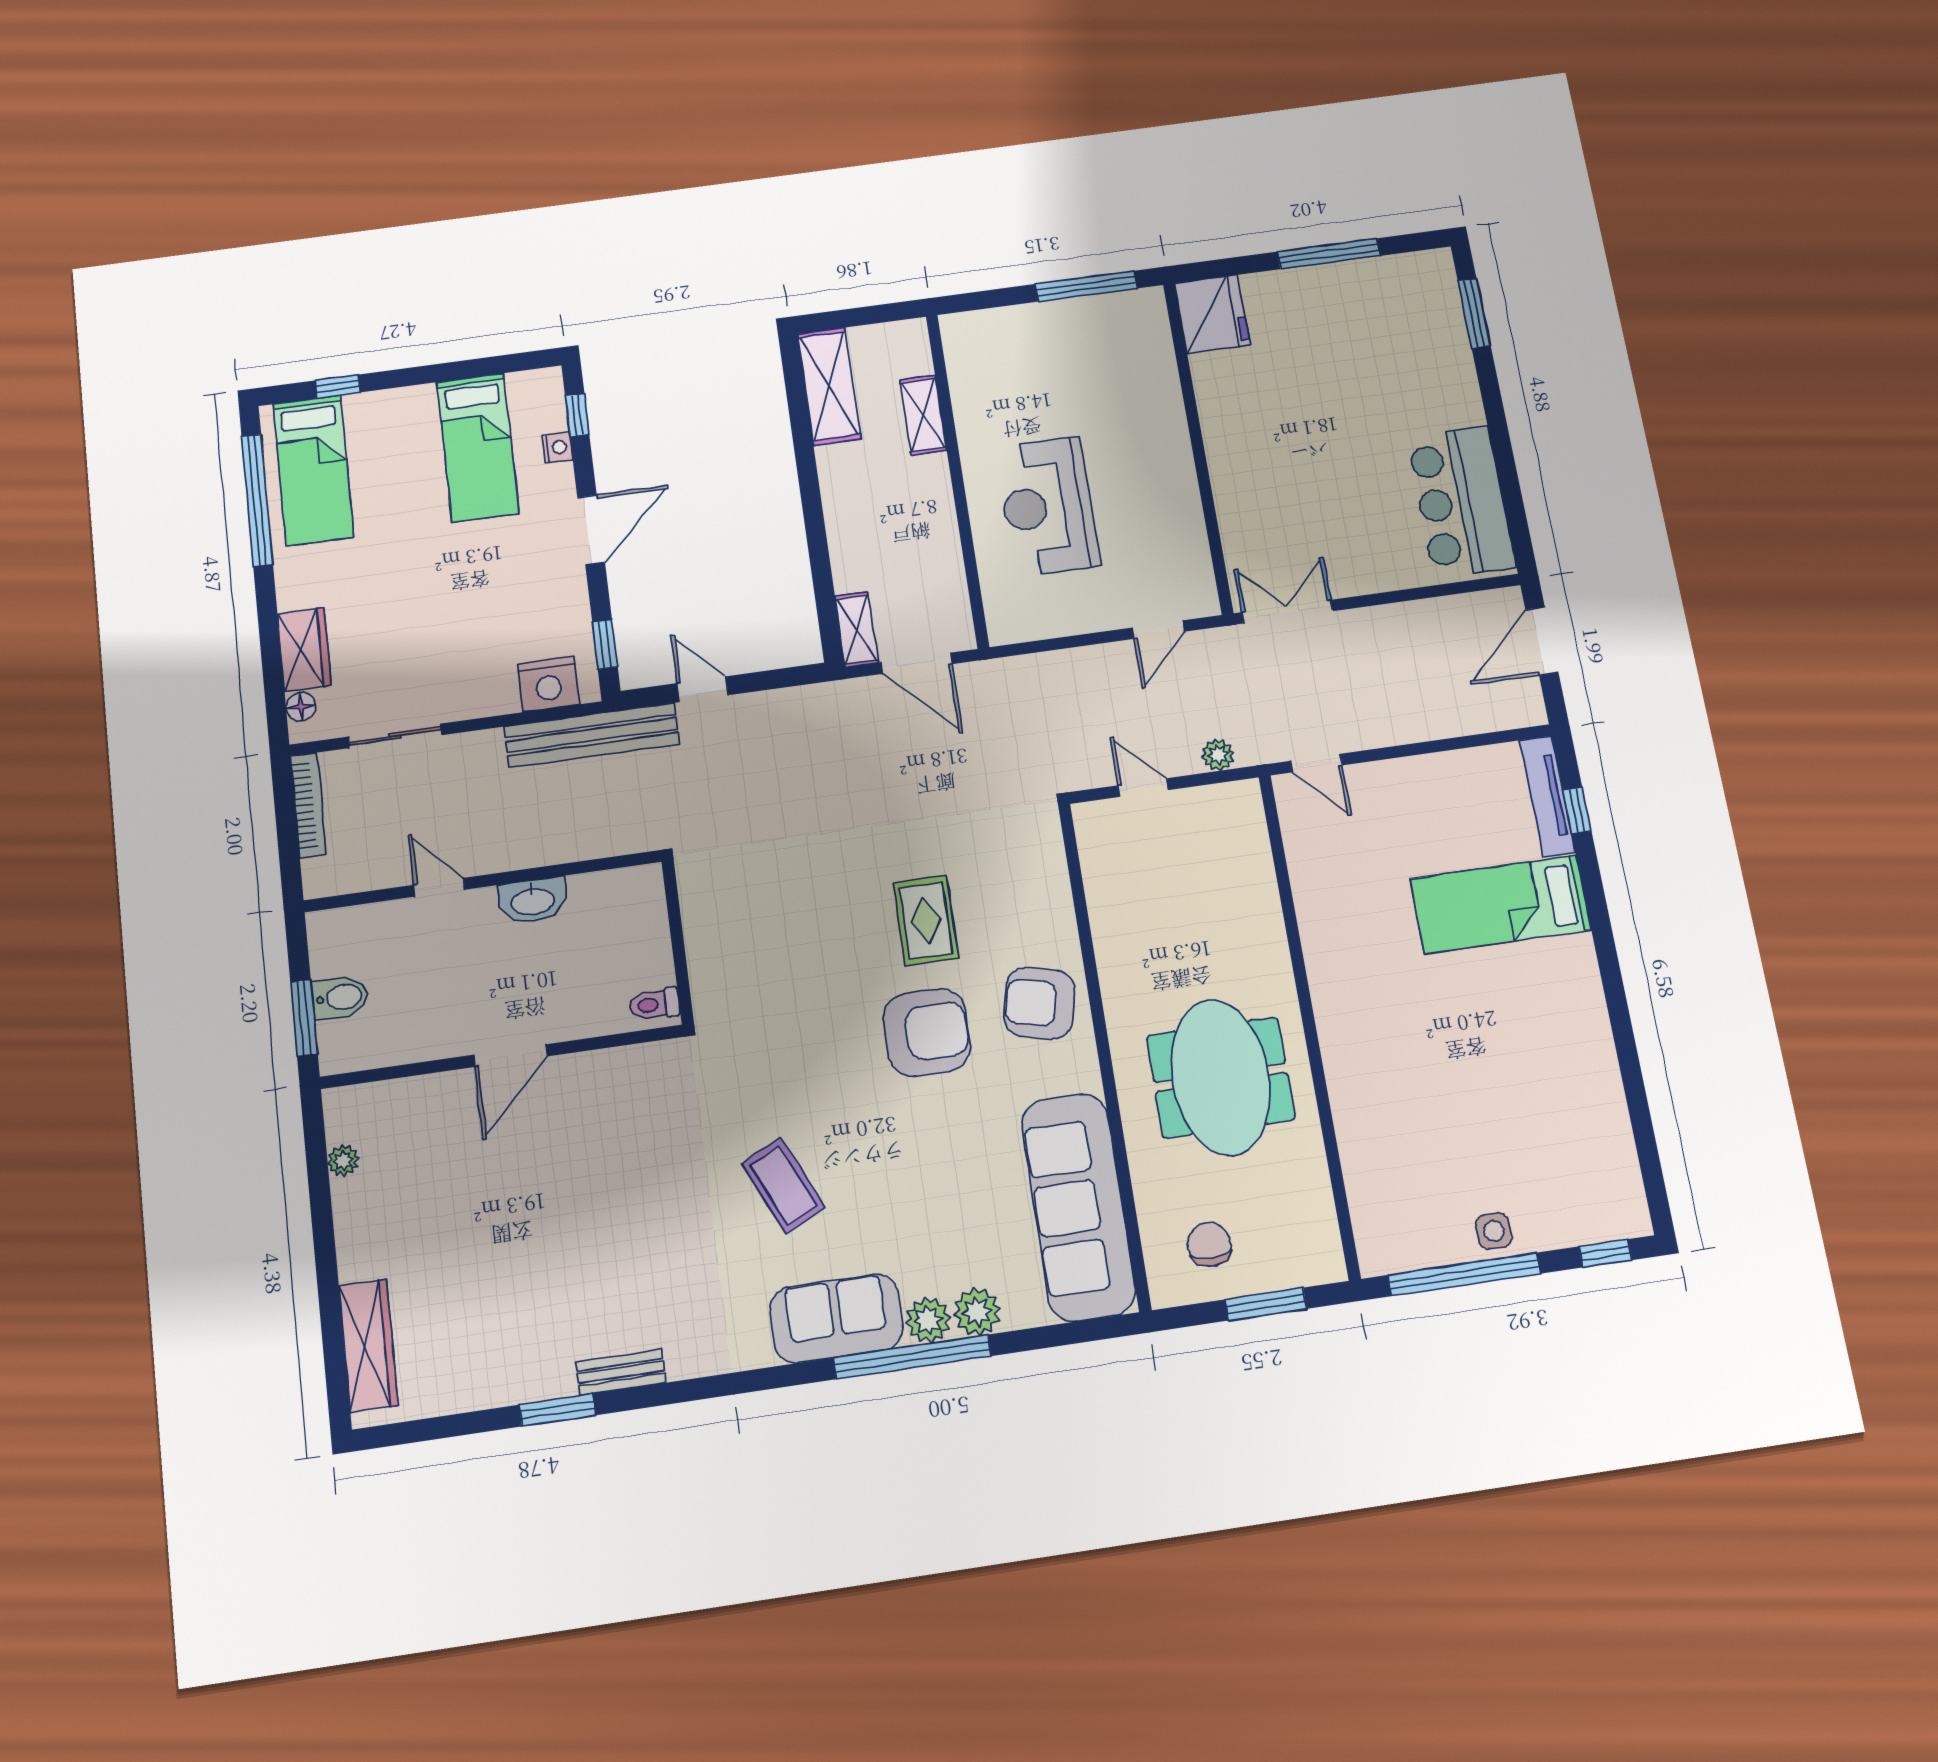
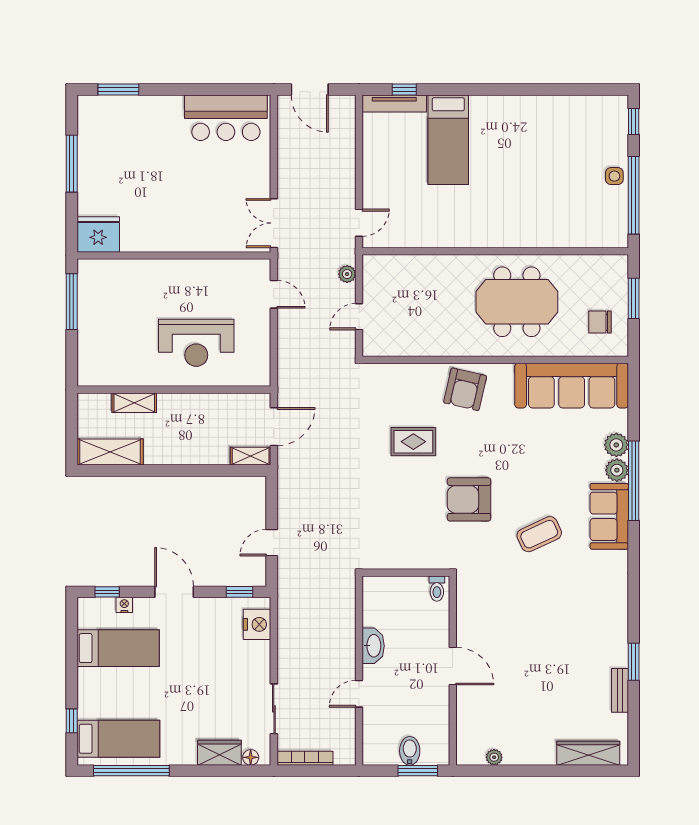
bench: (592, 735) -> (289, 605), removed
armchair: (927, 1032) -> (469, 499), moved, turned -90
bench: (621, 1372) -> (620, 690), moved

